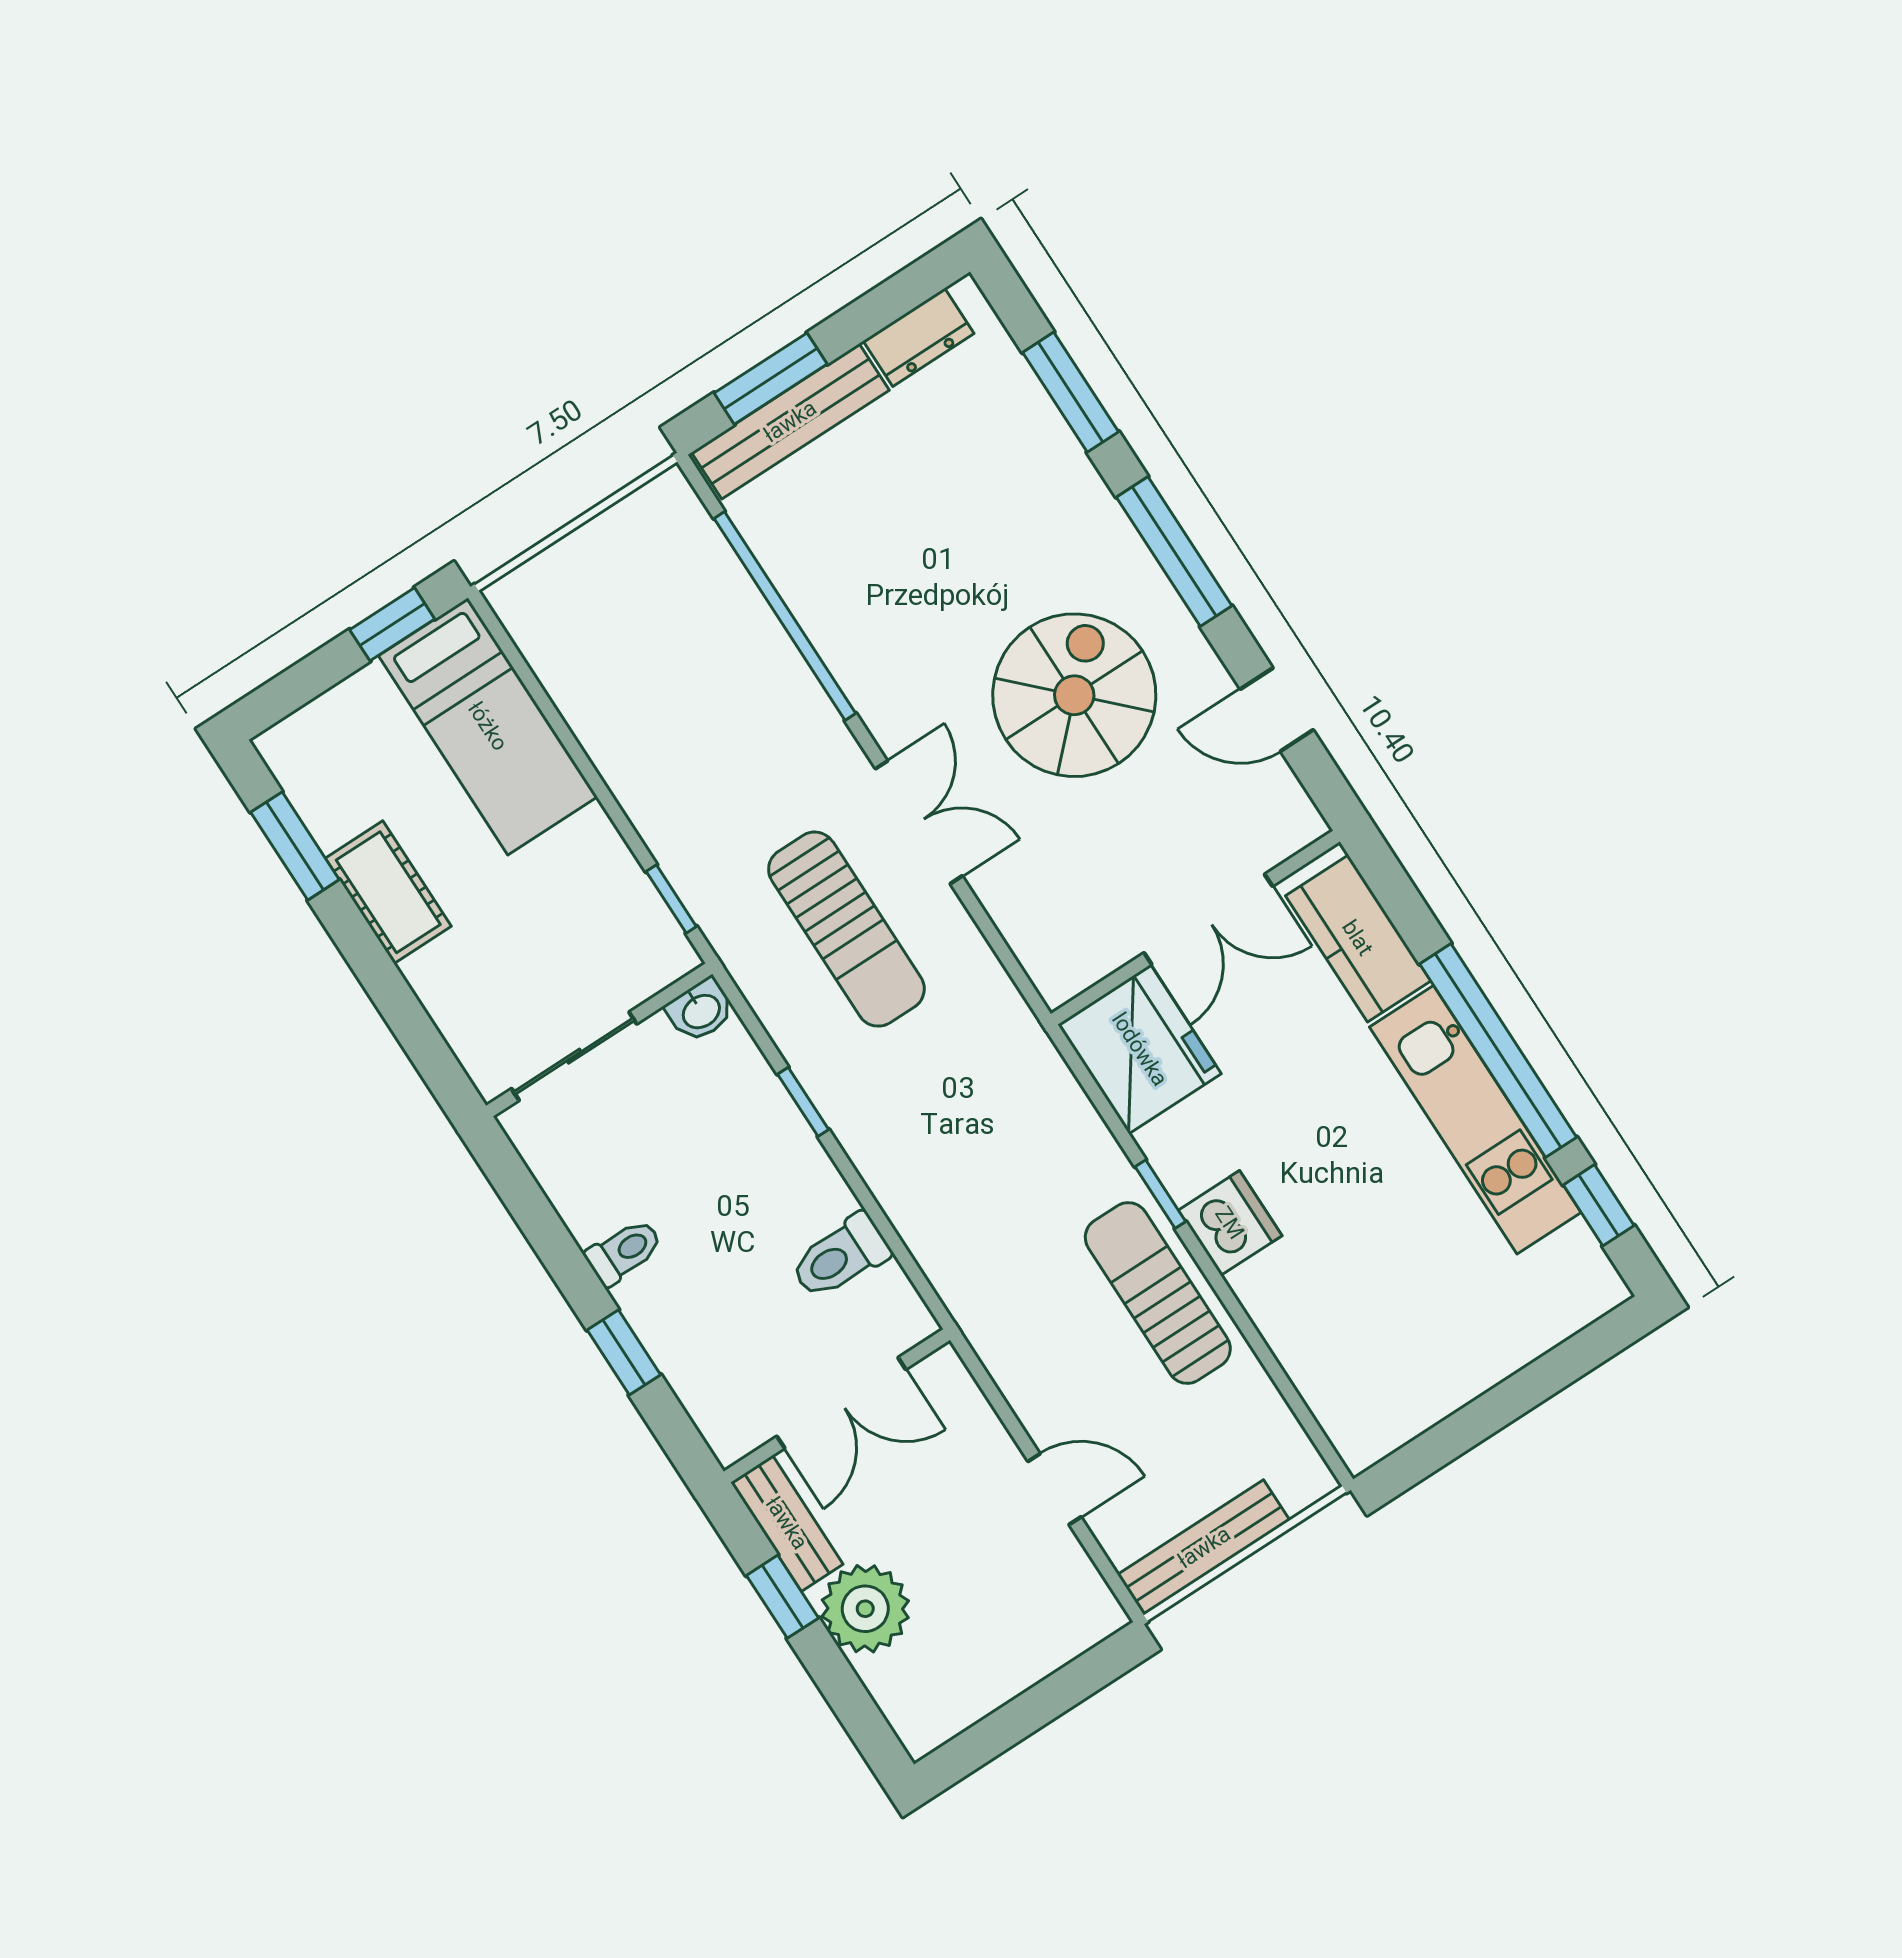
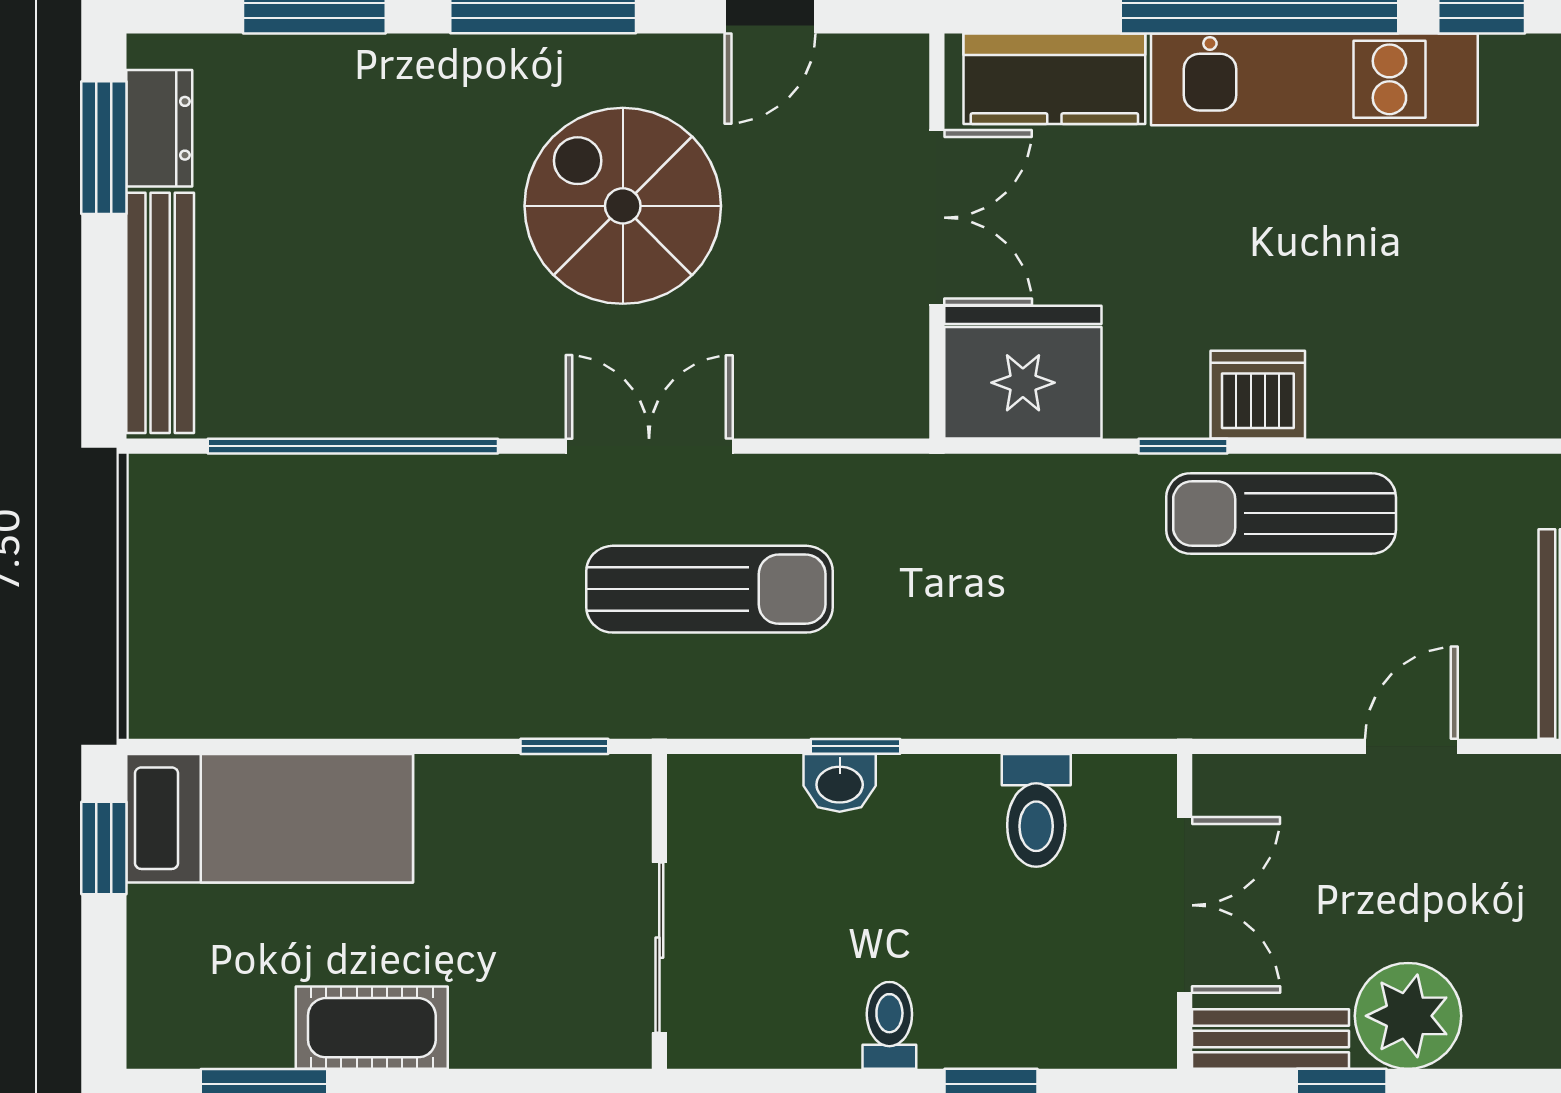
window: (771, 379) -> (104, 148), moved
washbasin: (701, 1010) -> (840, 783), moved, turned 90

